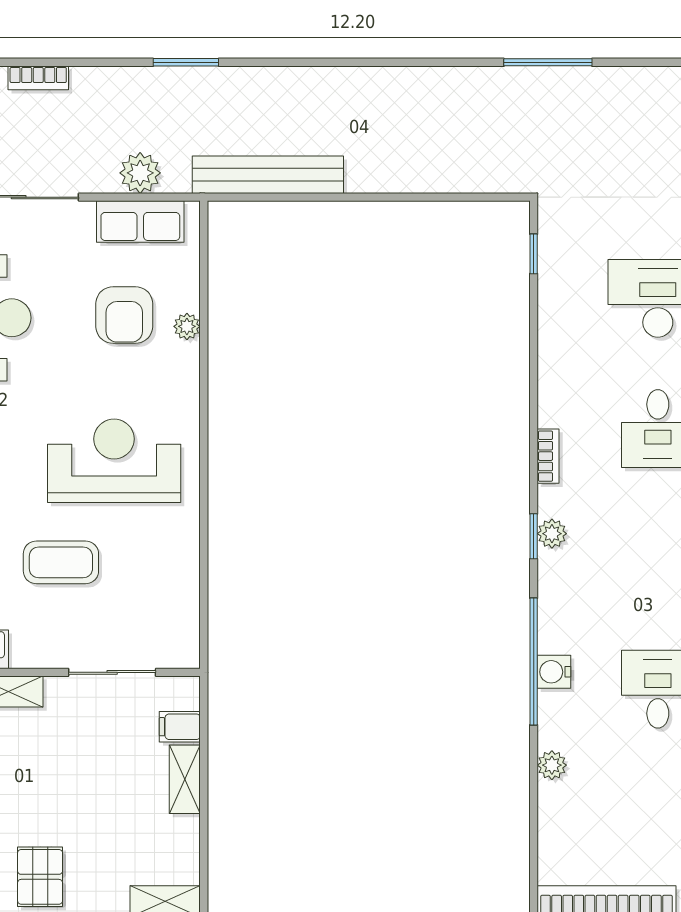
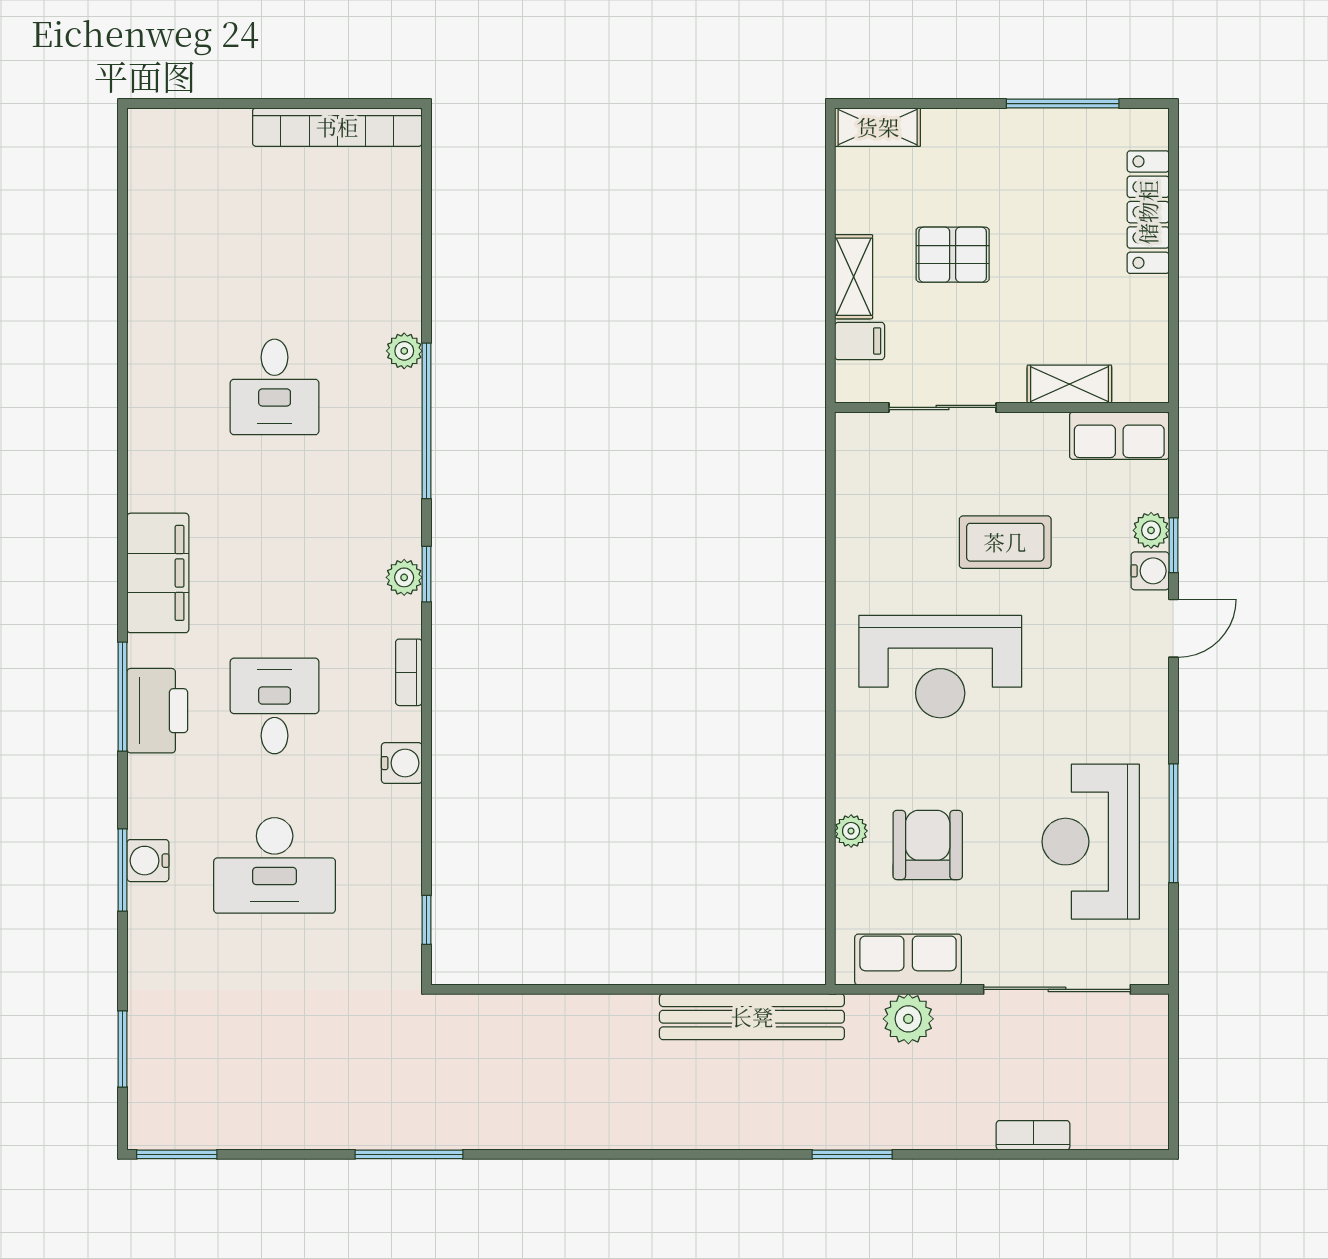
water cooler: (554, 672) -> (402, 763), moved
plant: (552, 765) -> (404, 351), moved
pallet: (40, 877) -> (953, 255), moved, turned 90

